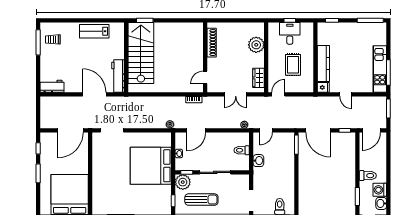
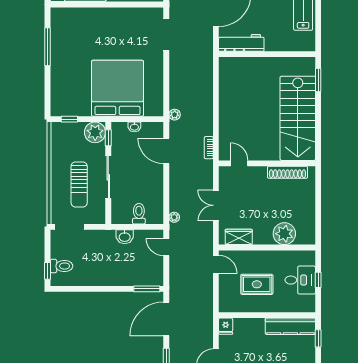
stairs: (141, 53) -> (298, 118), moved, turned 90
kitchen counter: (323, 63) -> (290, 326), moved
sun lounger: (201, 200) -> (79, 184), moved

